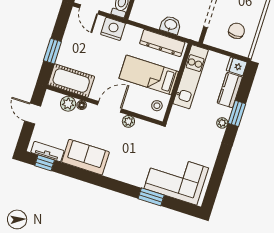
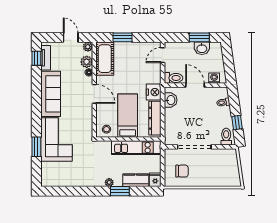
washbasin: (171, 25) -> (171, 100), moved
nightstand: (113, 29) -> (154, 92), moved
door: (33, 114) -> (71, 37), hinge flipped
plant: (128, 121) -> (88, 47), moved
sofa: (86, 157) -> (51, 94), width x1.36
corner sofa: (176, 178) -> (57, 139), moved

